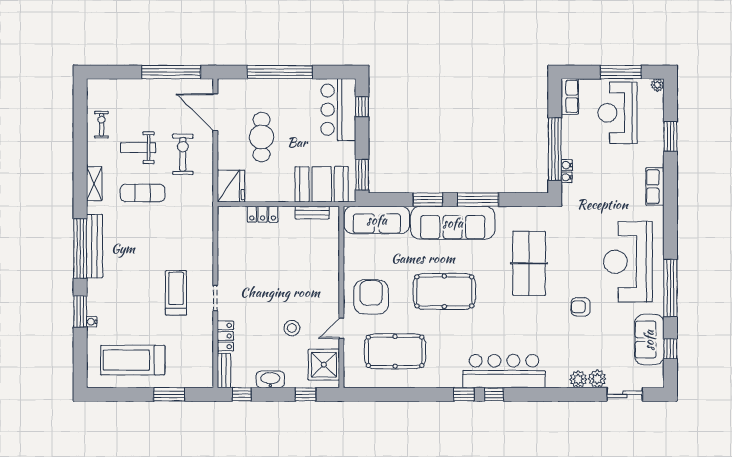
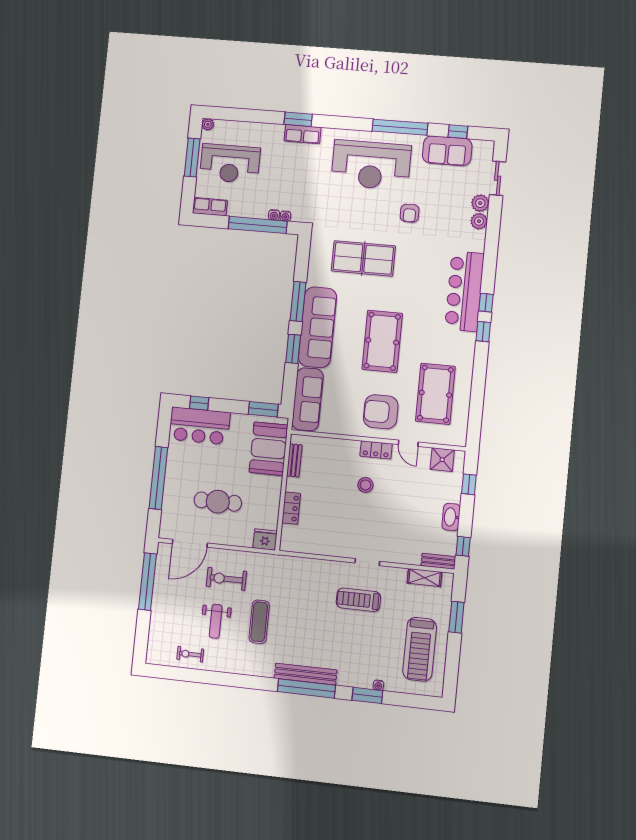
window: (670, 136) -> (298, 119), moved
shelving: (94, 184) -> (424, 578), moved
fridge: (231, 186) -> (265, 539), width x0.73, depth x0.75
stool: (292, 328) -> (365, 485), moved
locker: (225, 336) -> (376, 450), moved, turned 180
shower: (324, 365) -> (442, 460), width x0.73, depth x0.73

